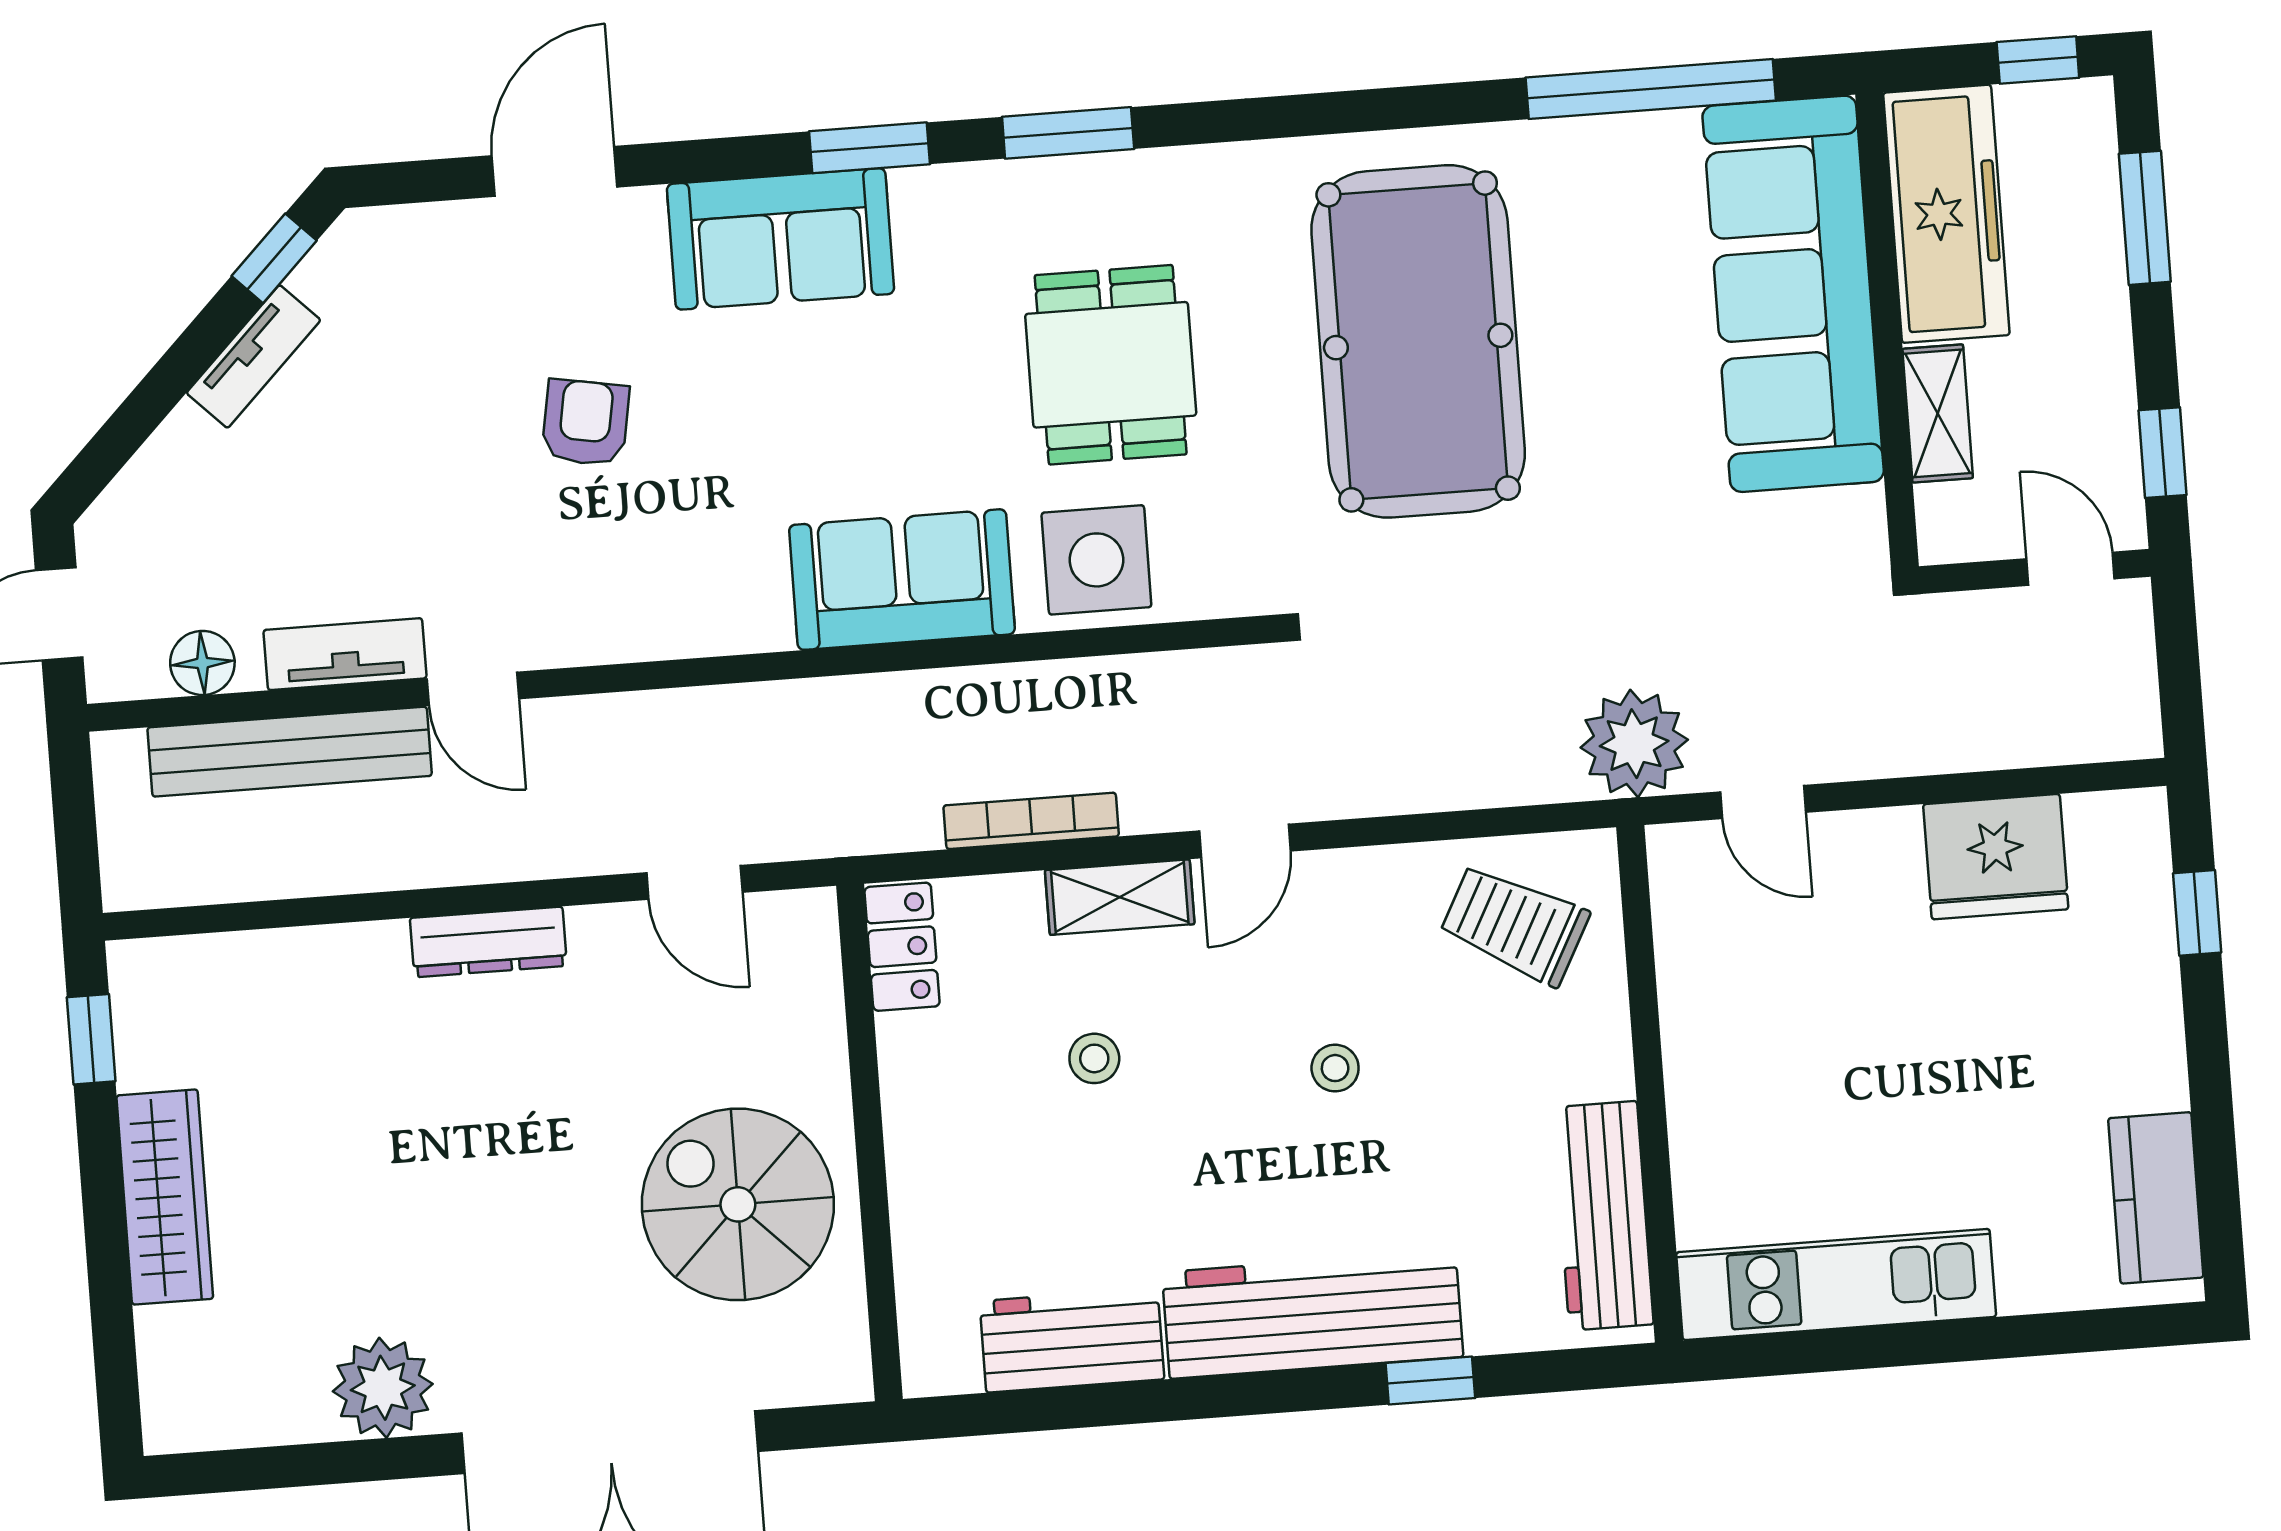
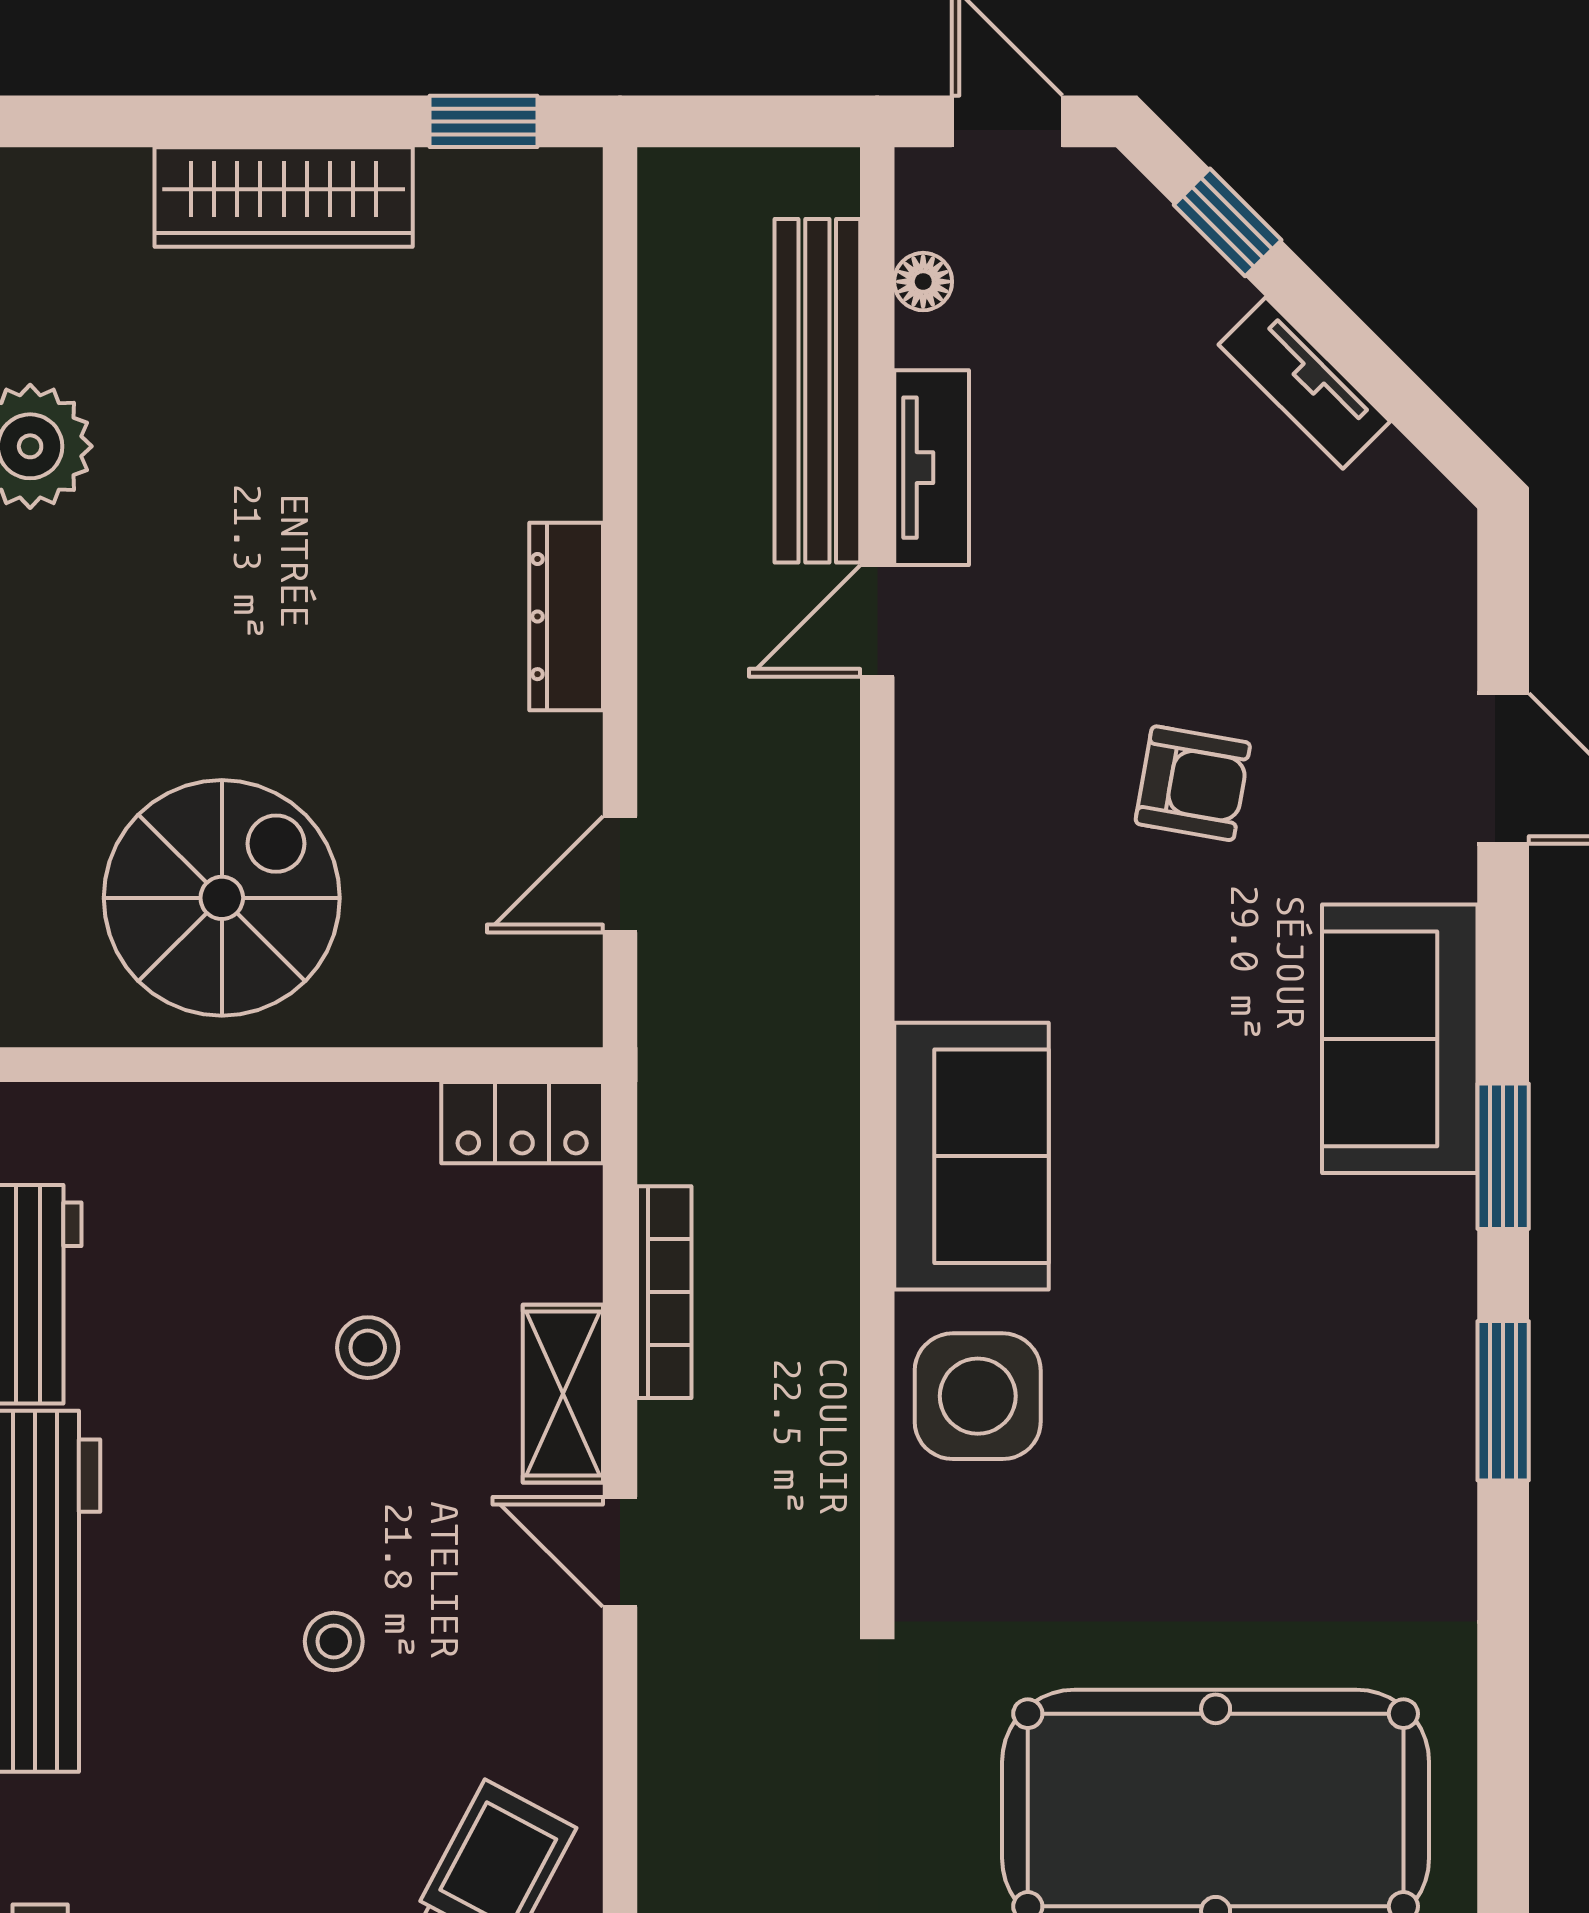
window: (274, 258) -> (1228, 222), moved
dining table: (1111, 365) -> (1215, 1431), removed
floor lamp: (202, 663) -> (923, 282), width x0.73, depth x0.73

